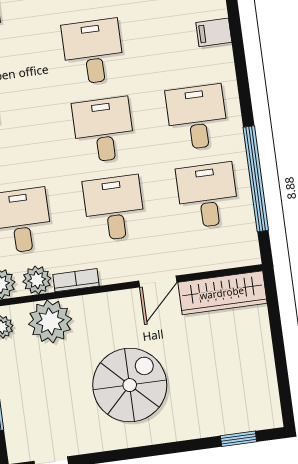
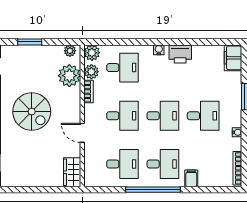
filing cabinet: (214, 32) -> (191, 178), moved
window: (256, 179) -> (153, 190), moved
wardrobe: (222, 293) -> (72, 172), width x0.67

